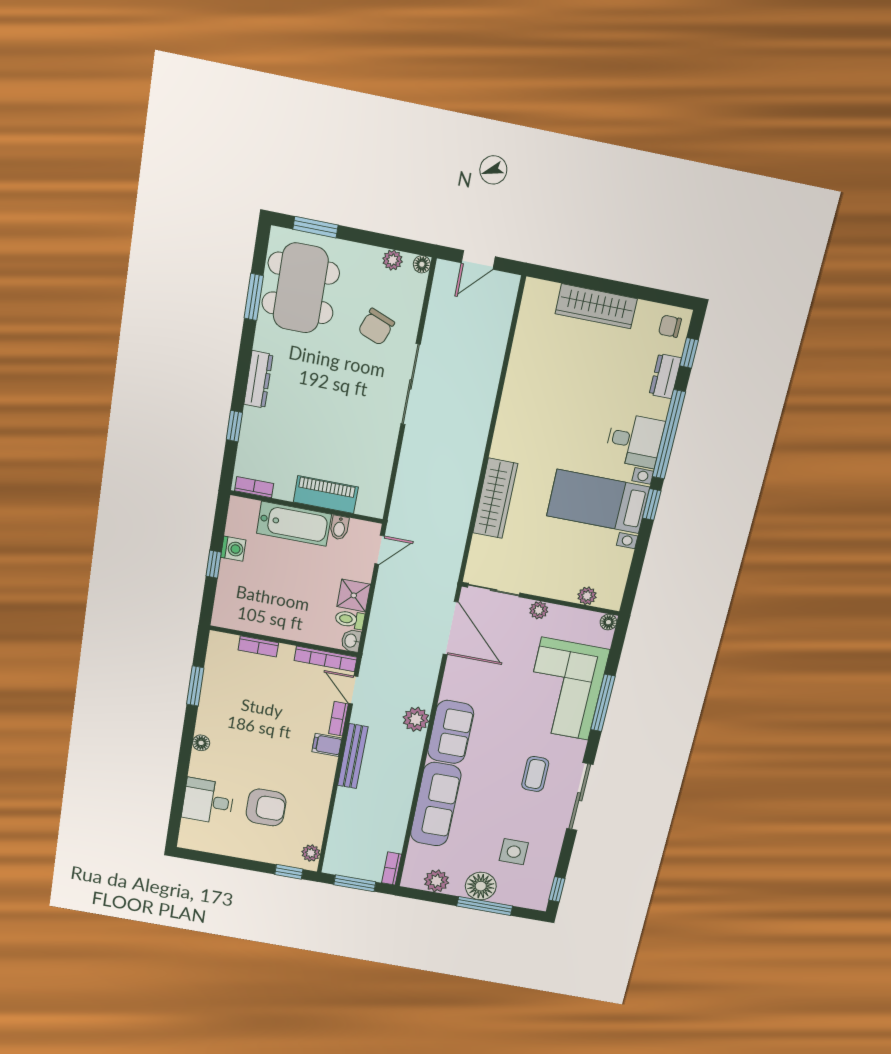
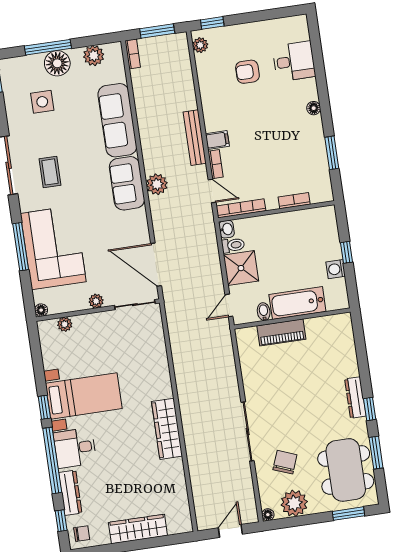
plant: (393, 260) -> (294, 503), width x1.88, depth x1.88
dresser: (665, 376) -> (70, 493), width x1.44
window: (234, 426) -> (370, 409), moved
bookcase: (254, 487) -> (335, 320), removed
wardrobe: (495, 498) -> (167, 429), moved
shower: (354, 595) -> (241, 268), width x1.36, depth x1.36
armchair: (266, 807) -> (247, 72), width x0.72, depth x0.72

